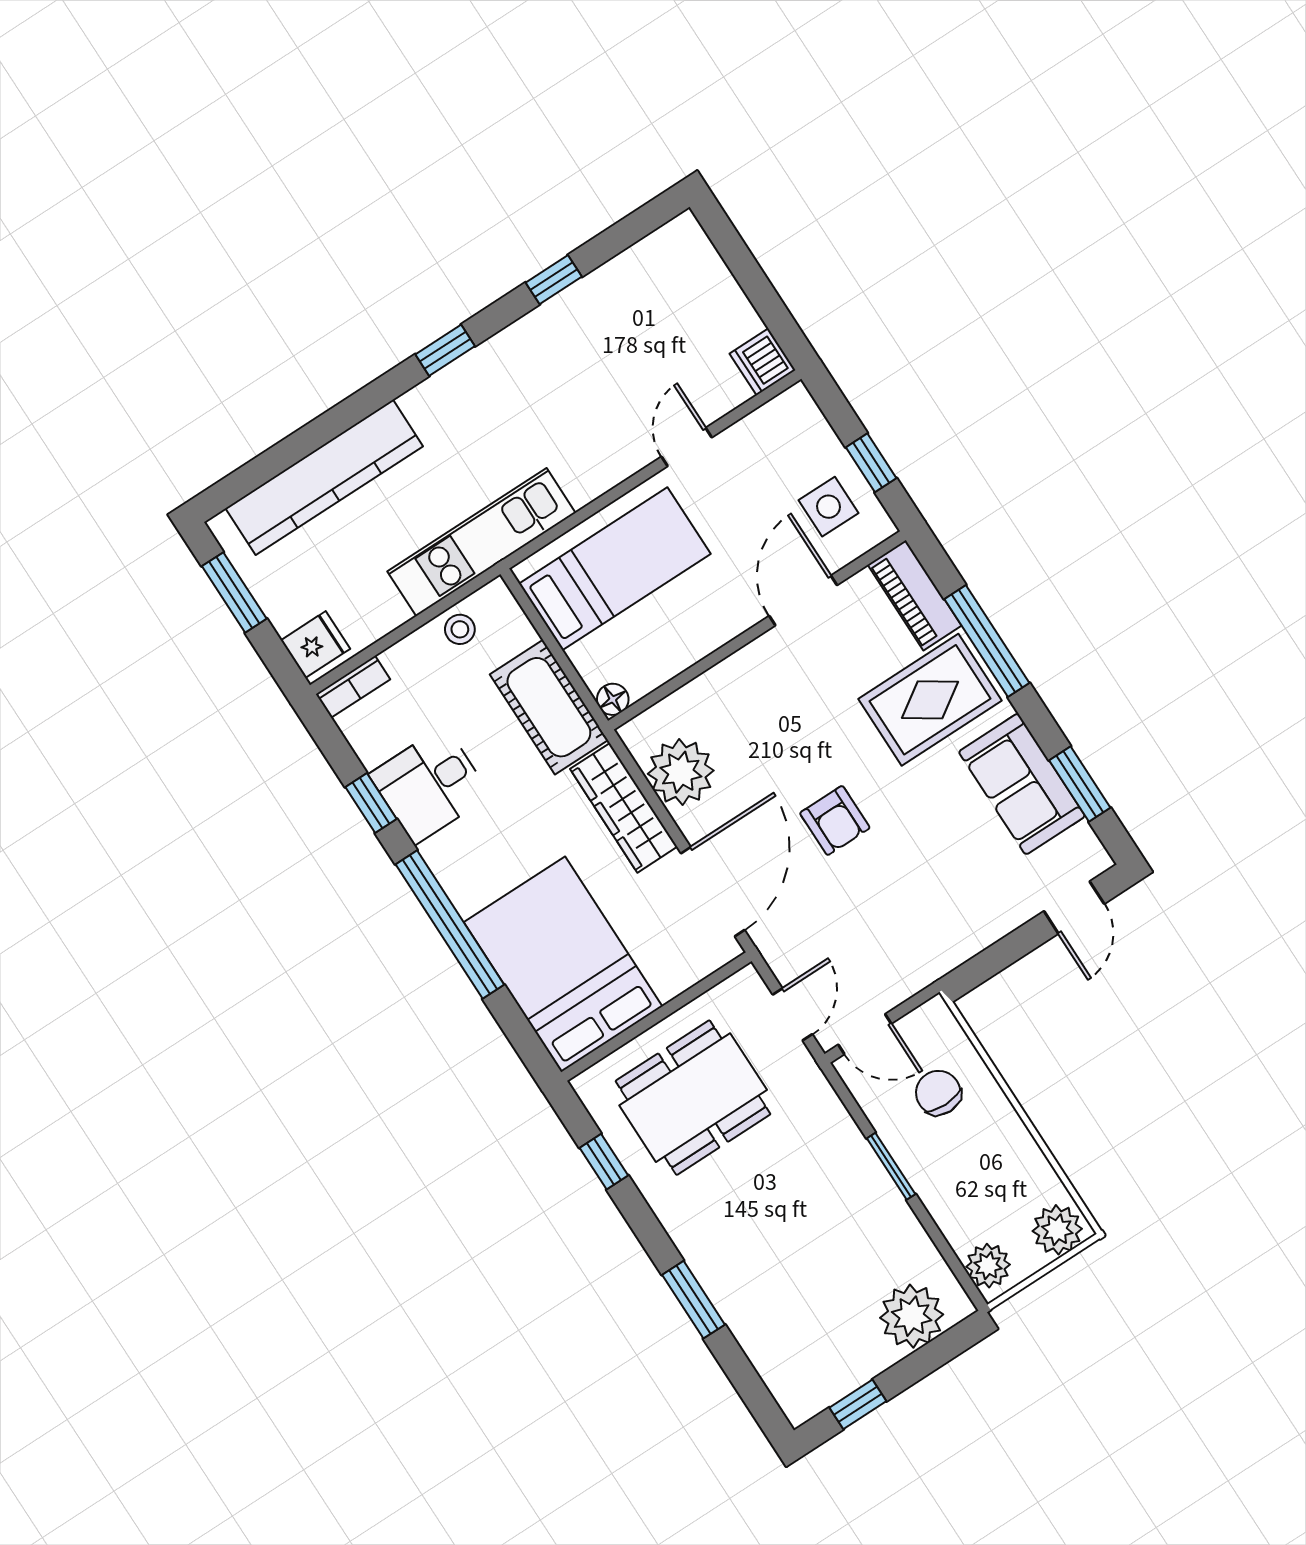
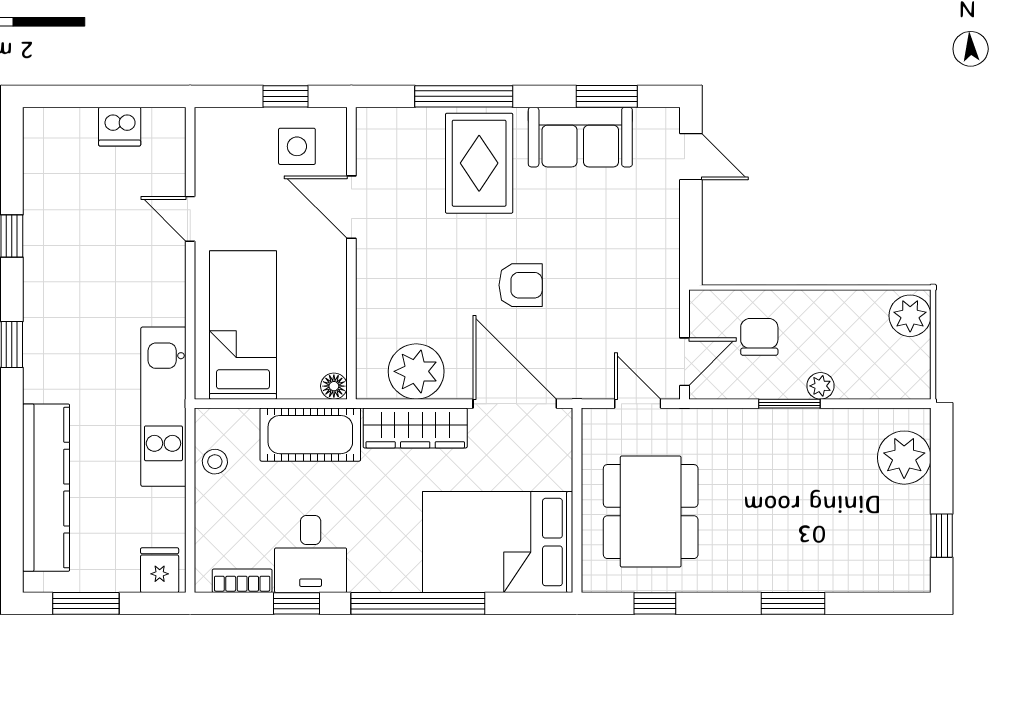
dishwasher: (763, 362) -> (120, 127), moved
piano: (915, 595) -> (399, 126), removed
bookcase: (353, 687) -> (242, 581), moved, turned -90
chair: (938, 1093) -> (759, 337), turned 90
plant: (988, 1266) -> (820, 386), moved, width x0.73, depth x0.73

